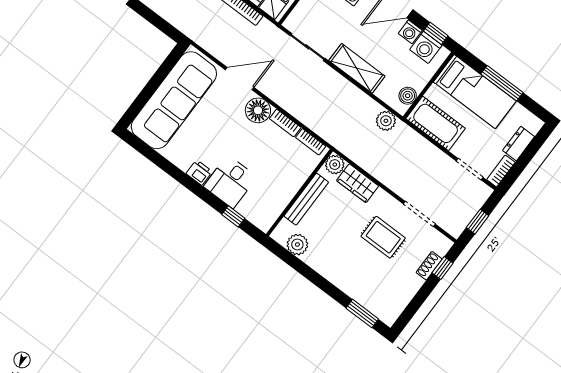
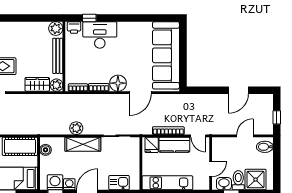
plant: (386, 121) -> (76, 128), moved
printer: (199, 173) -> (74, 28), moved
desk: (230, 182) -> (100, 35), width x1.37
plant: (297, 245) -> (56, 29), moved

